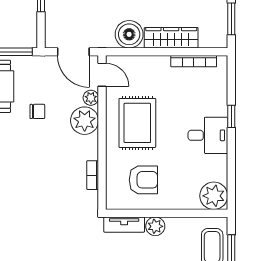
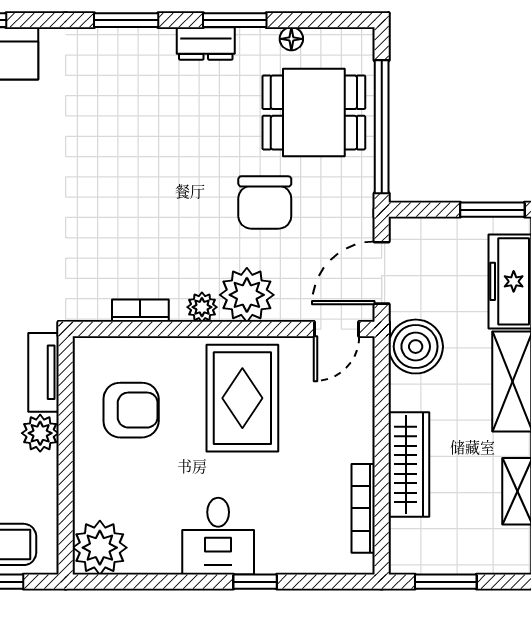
boiler: (129, 34) -> (416, 347), moved
plant: (91, 98) -> (202, 307), moved
chair: (37, 111) -> (265, 202), width x1.87, depth x1.87
rug: (137, 123) -> (242, 398), turned 90
armchair: (143, 180) -> (131, 410), turned -90

